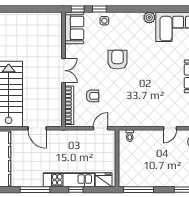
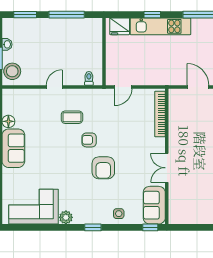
window: (99, 9) -> (93, 227), moved
double door: (64, 71) -> (167, 168), moved
armchair: (93, 96) -> (89, 140), moved
coffee table: (144, 103) -> (72, 117), added
door: (170, 128) -> (54, 87), moved
window: (139, 190) -> (67, 15), moved

